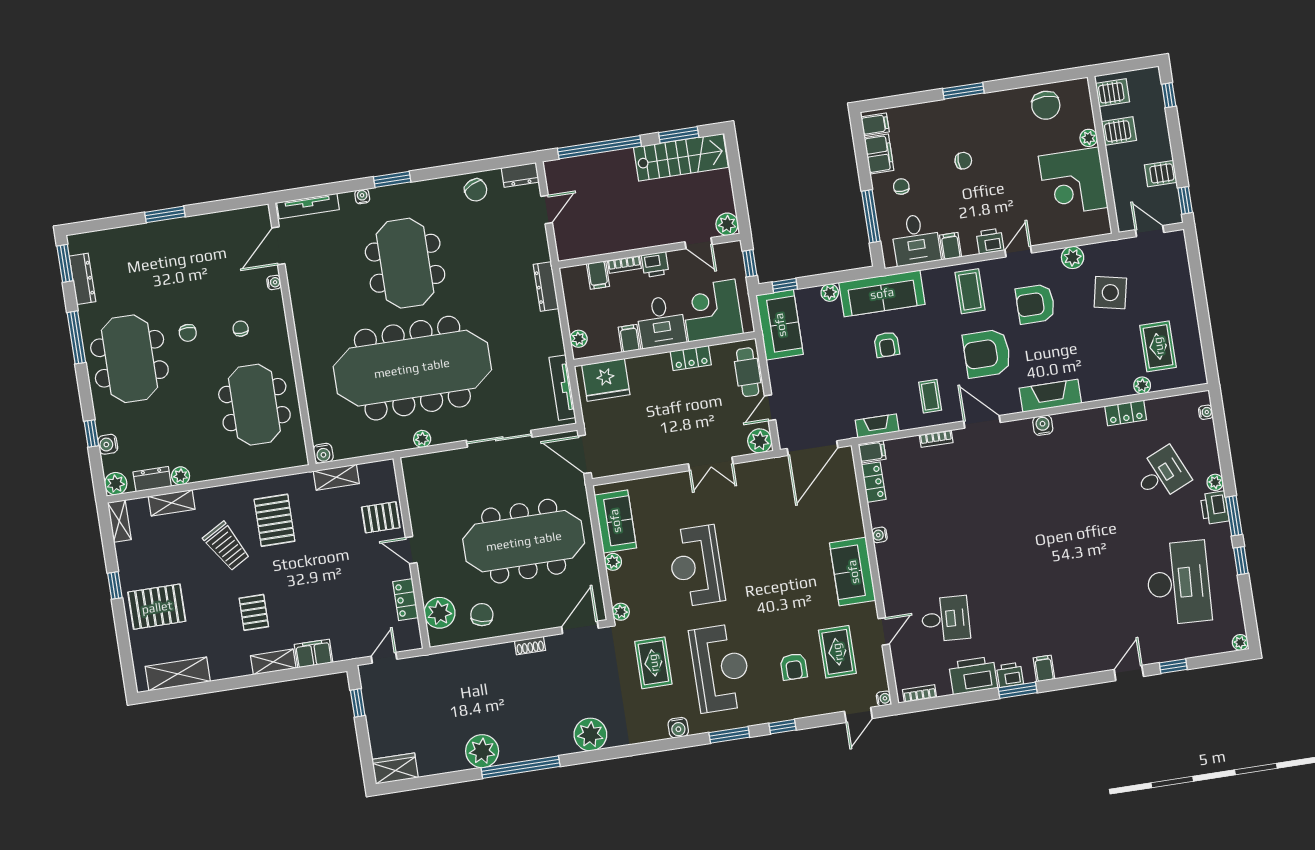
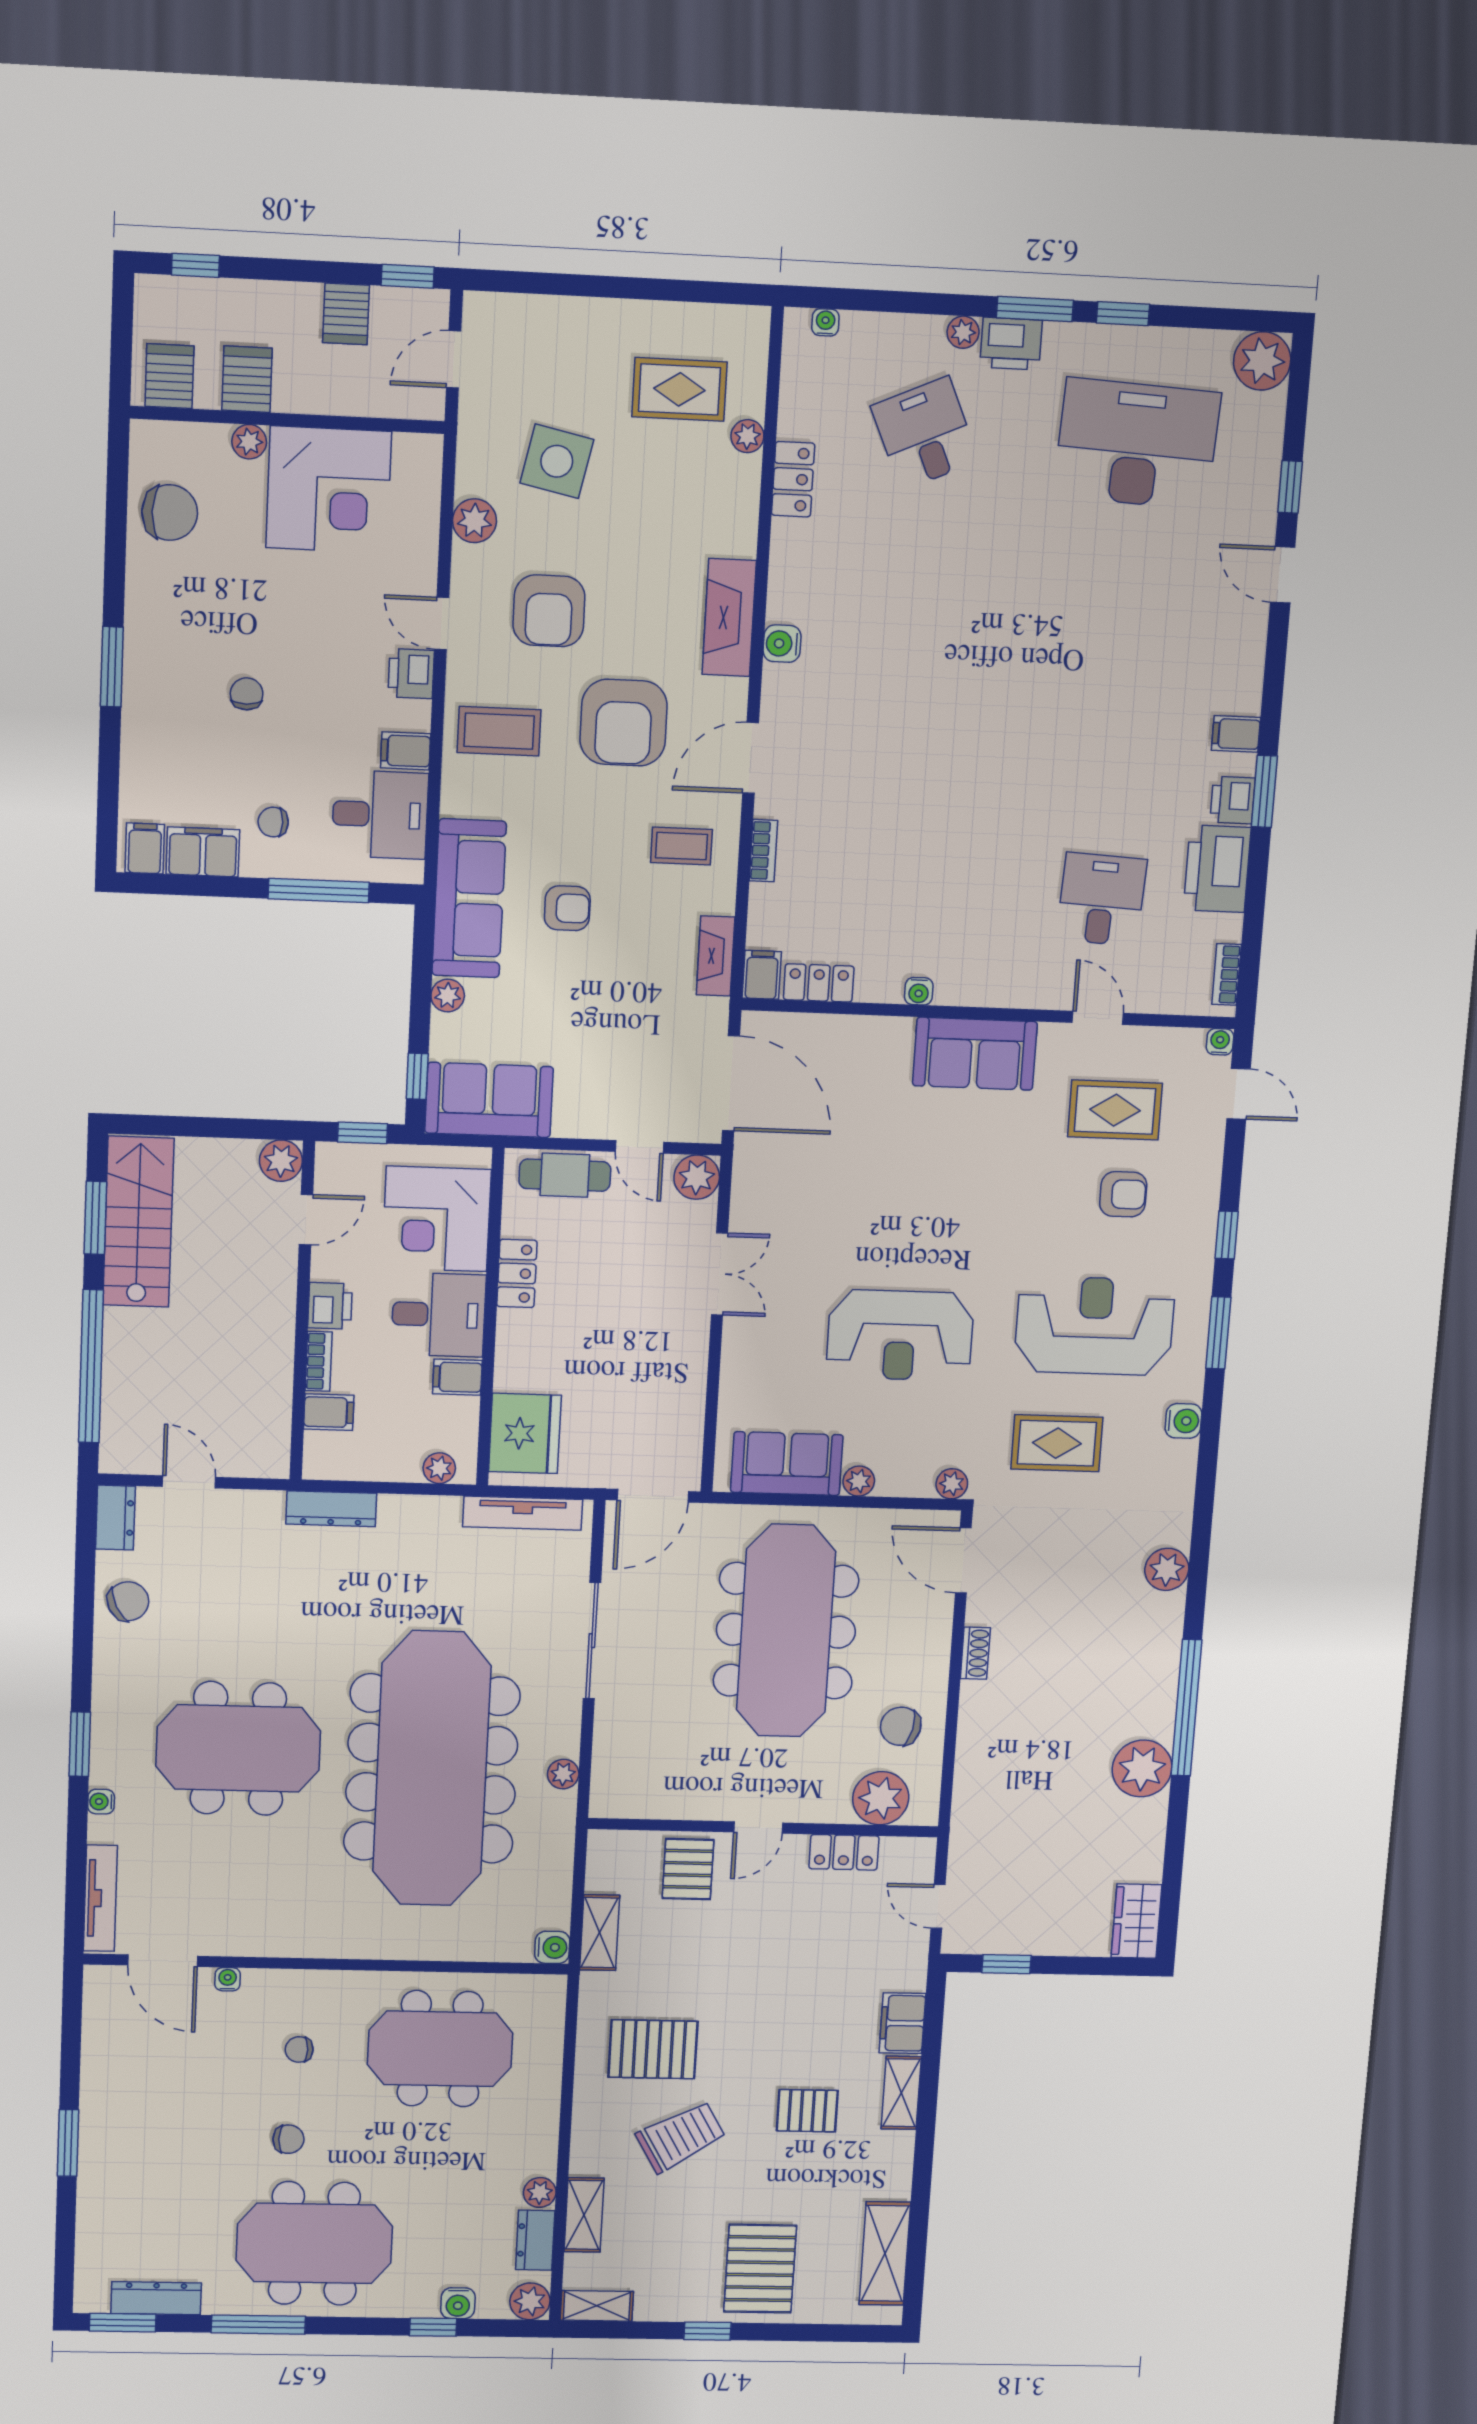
plant: (1240, 642) -> (1262, 361), width x1.88, depth x1.88
plant: (590, 734) -> (1167, 1569), width x0.73, depth x0.73

